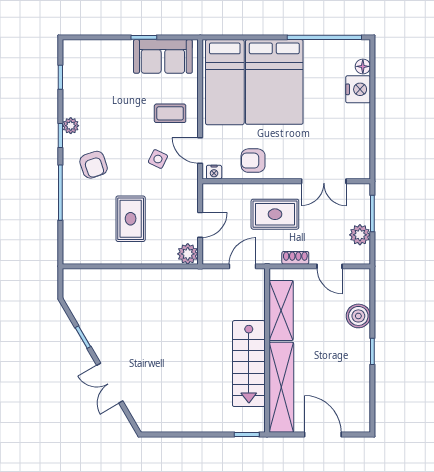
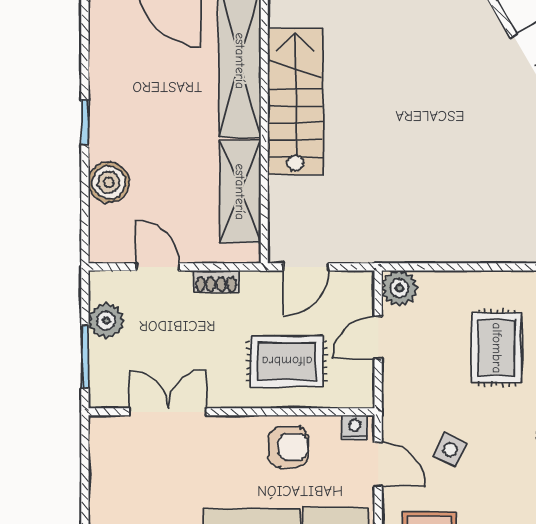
rug: (275, 214) -> (287, 361), moved

